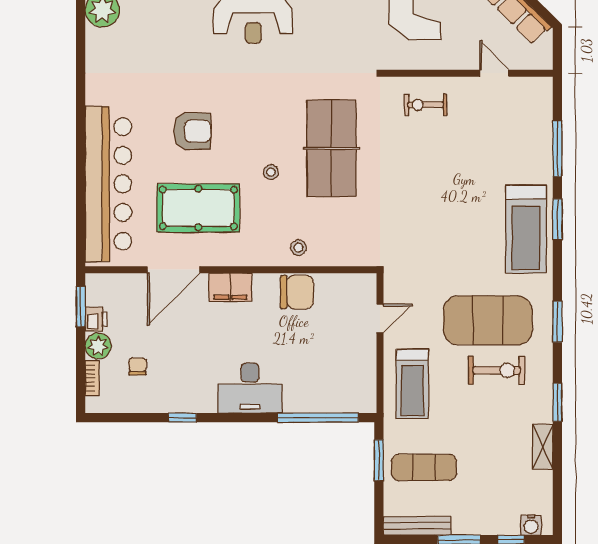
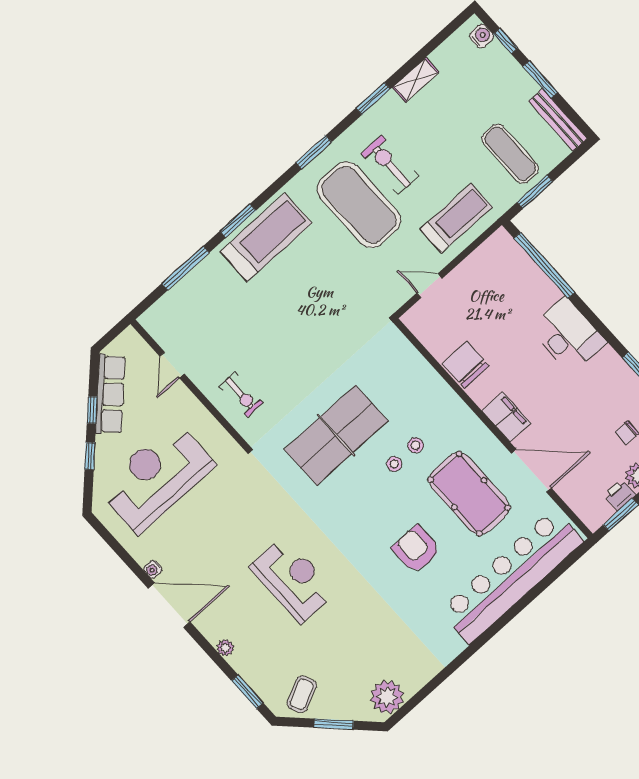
stool: (299, 248) -> (416, 445), moved

